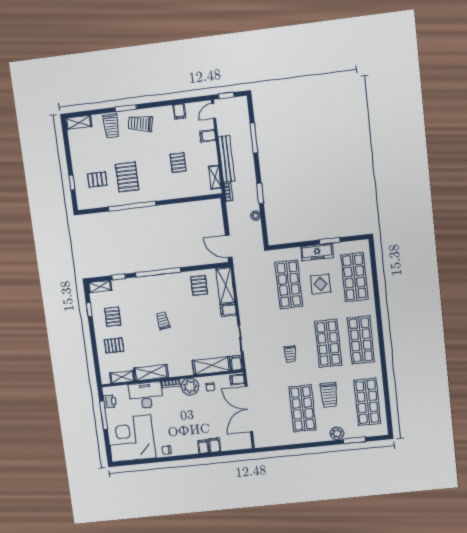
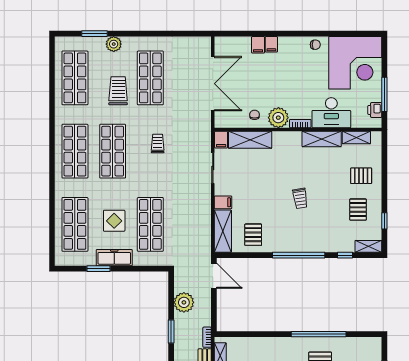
plant: (256, 216) -> (184, 302), width x1.88, depth x1.88
filing cabinet: (237, 380) -> (222, 120), removed

